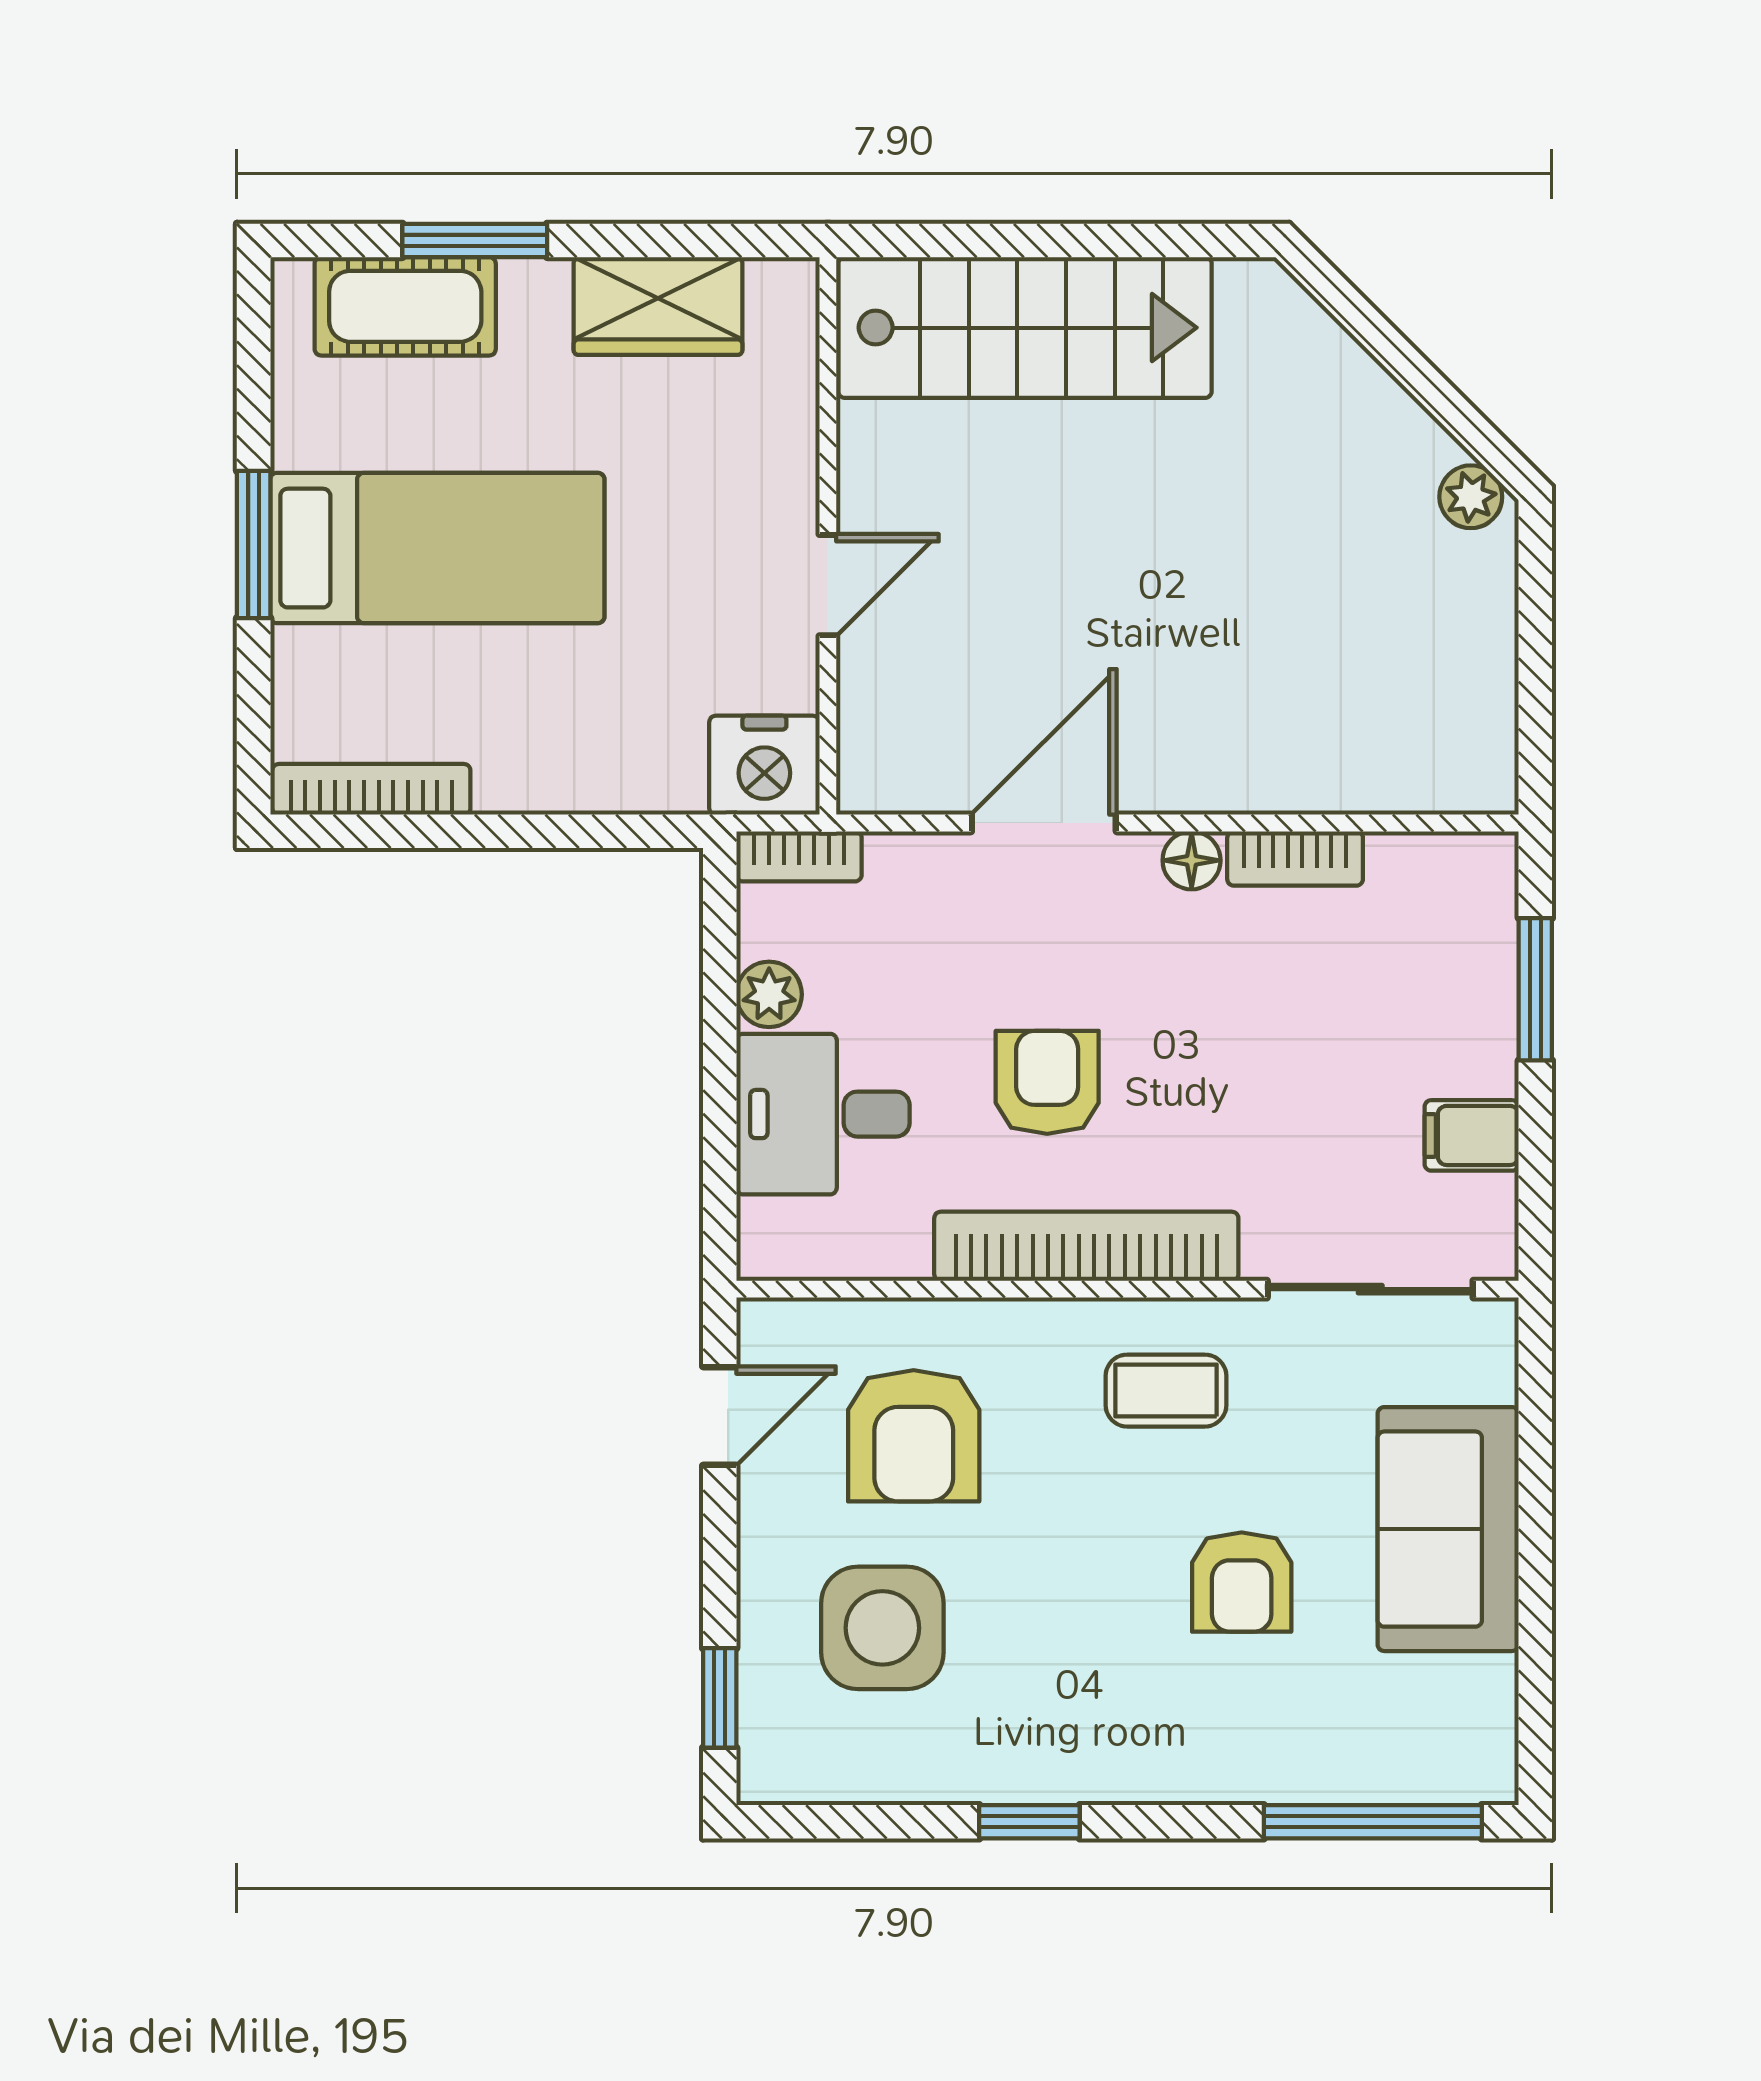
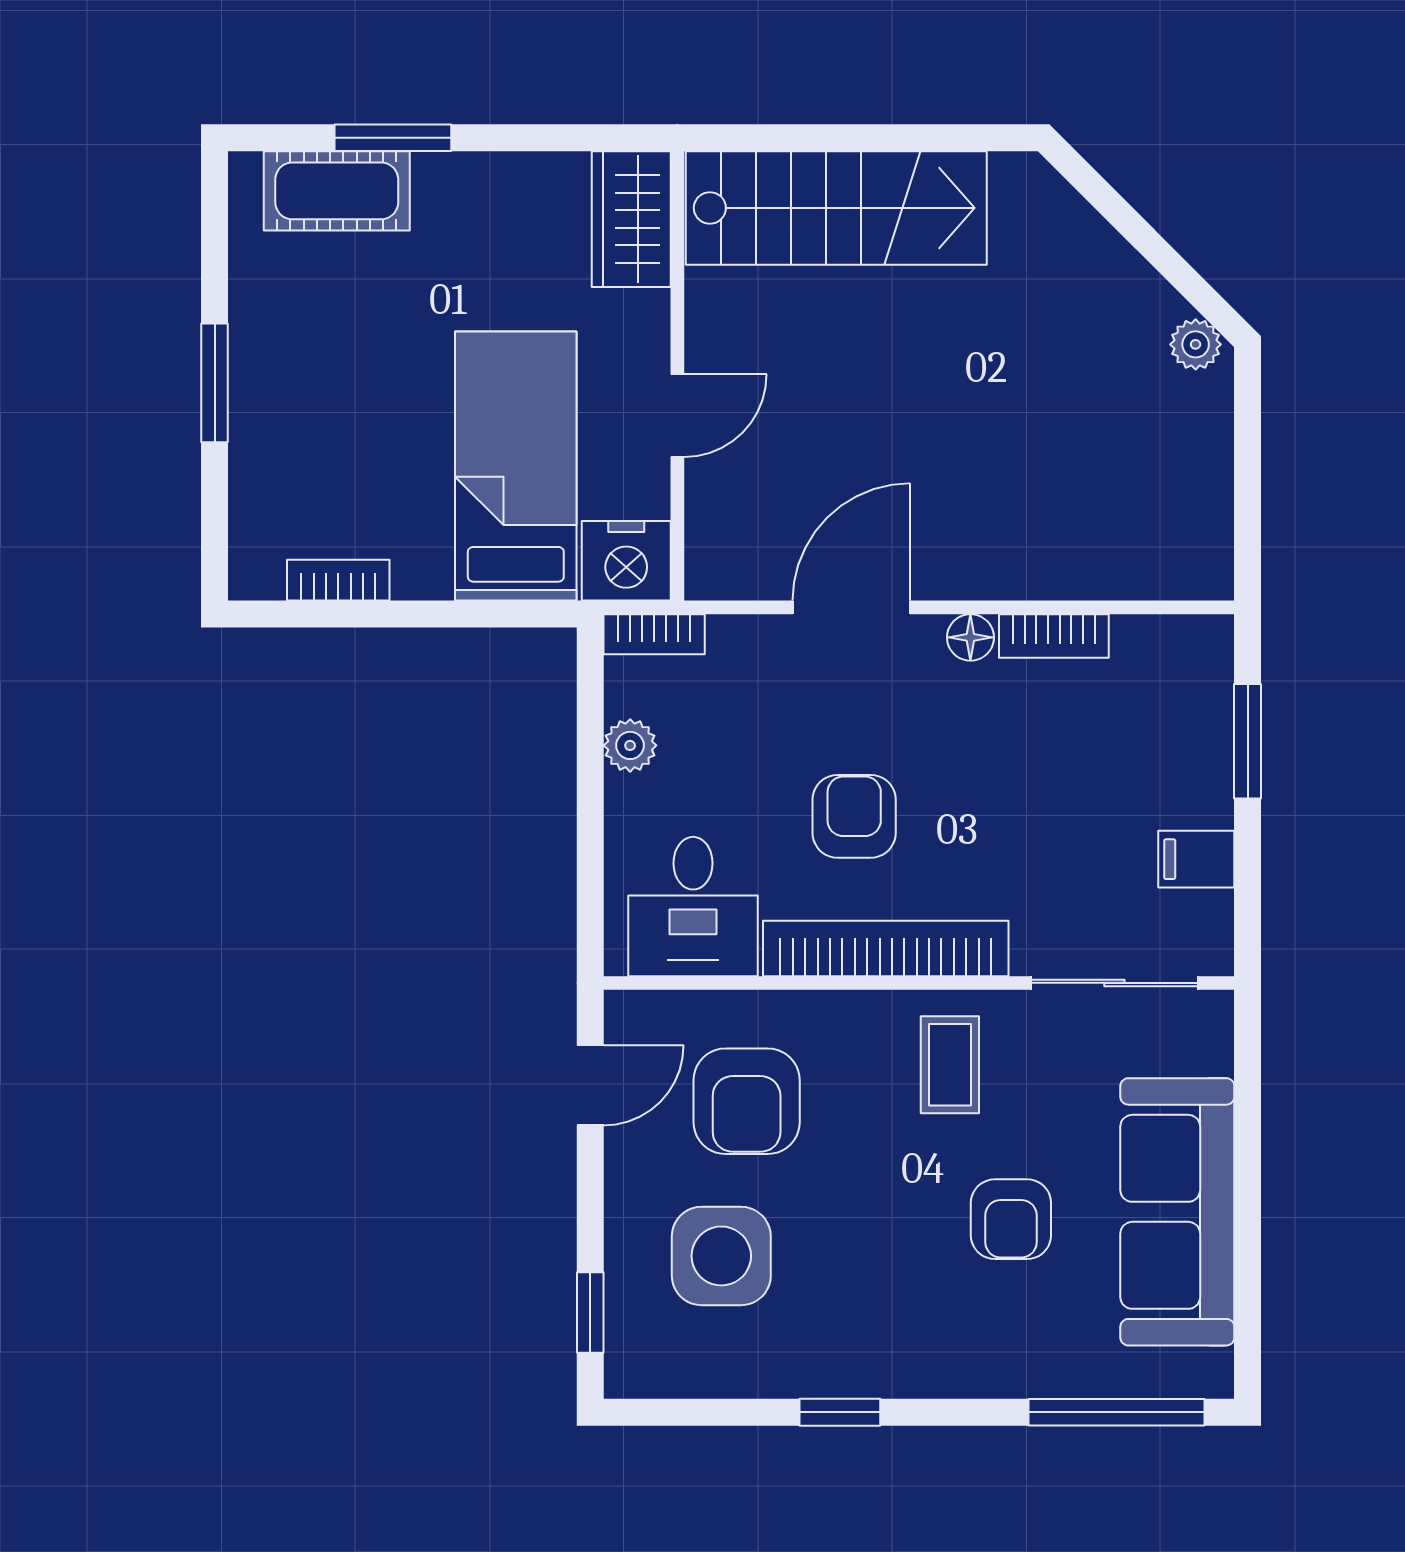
wardrobe: (658, 306) -> (631, 219), moved, turned 90
bed: (437, 548) -> (516, 466), moved, turned -90
bookcase: (371, 789) -> (338, 580), width x0.64
desk: (823, 1114) -> (693, 906), moved, turned -90
coffee table: (1166, 1391) -> (950, 1065), turned 90
sofa: (1448, 1529) -> (1177, 1212), width x1.36

